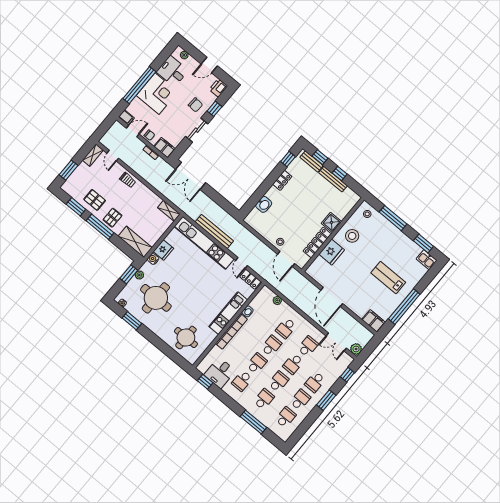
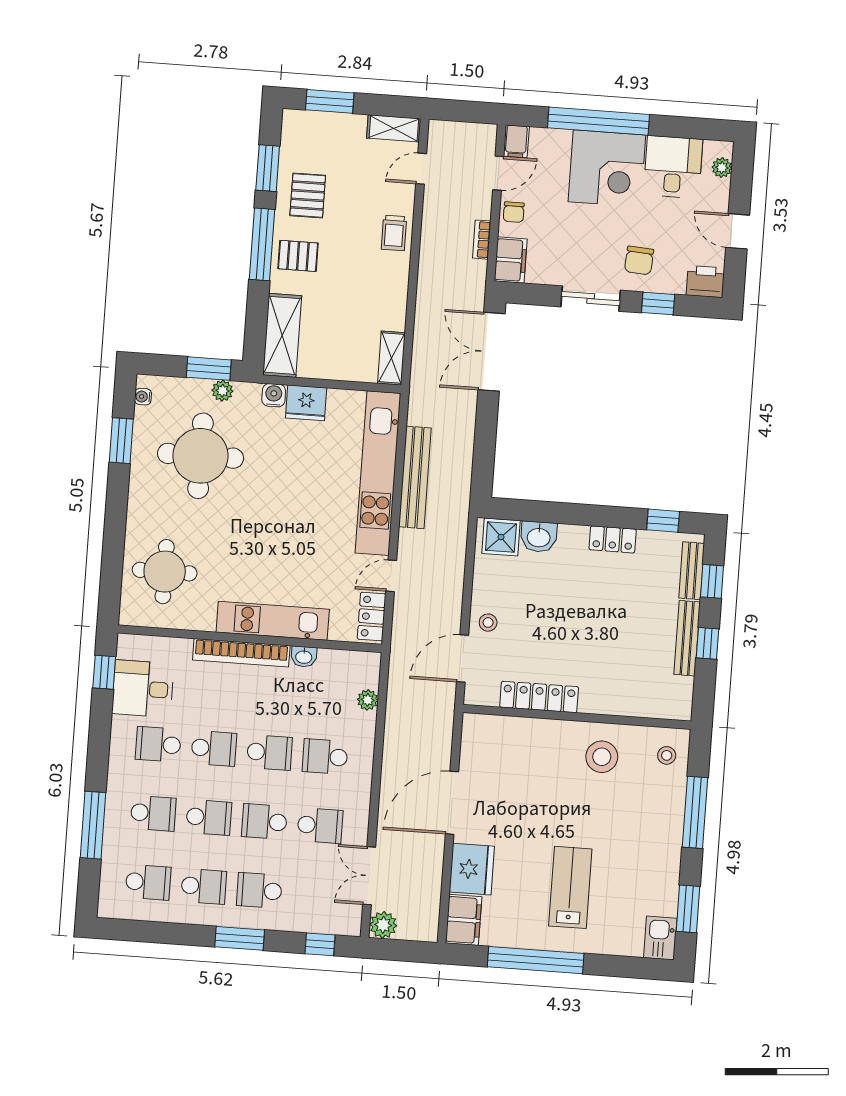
door: (133, 131) -> (498, 173), hinge flipped
shower: (331, 222) -> (501, 537), moved
fridge: (332, 252) -> (472, 869), moved, turned -90

